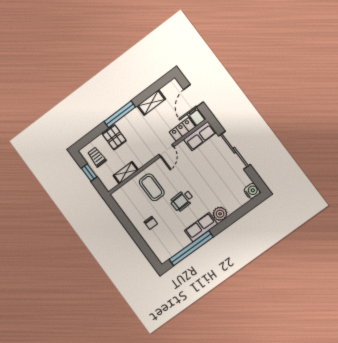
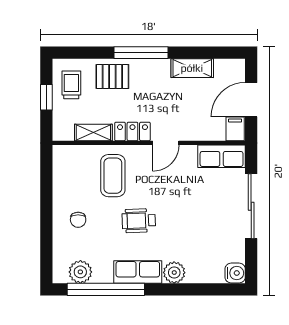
locker: (182, 129) -> (132, 131), moved
pallet: (114, 137) -> (112, 77), turned 90
plant: (172, 249) -> (80, 272), added

